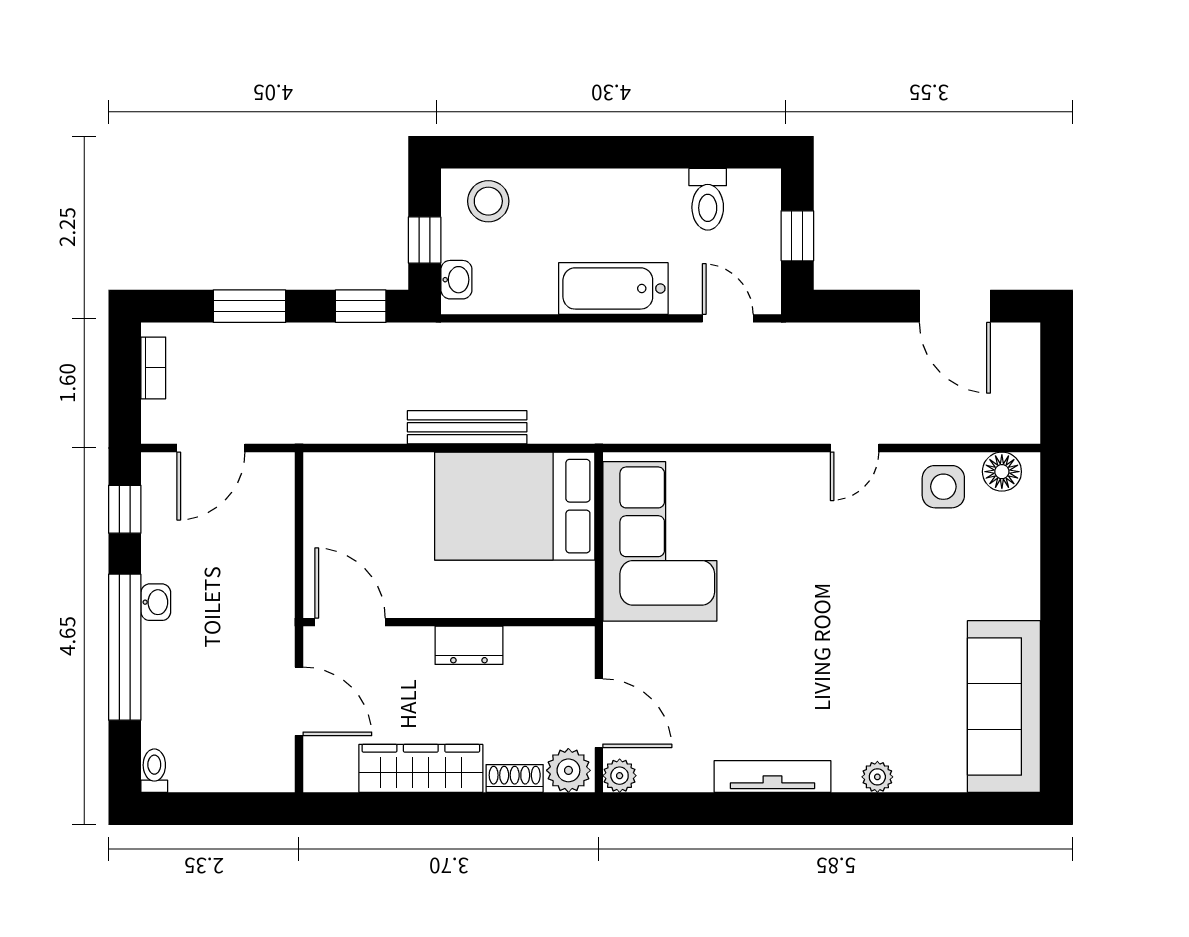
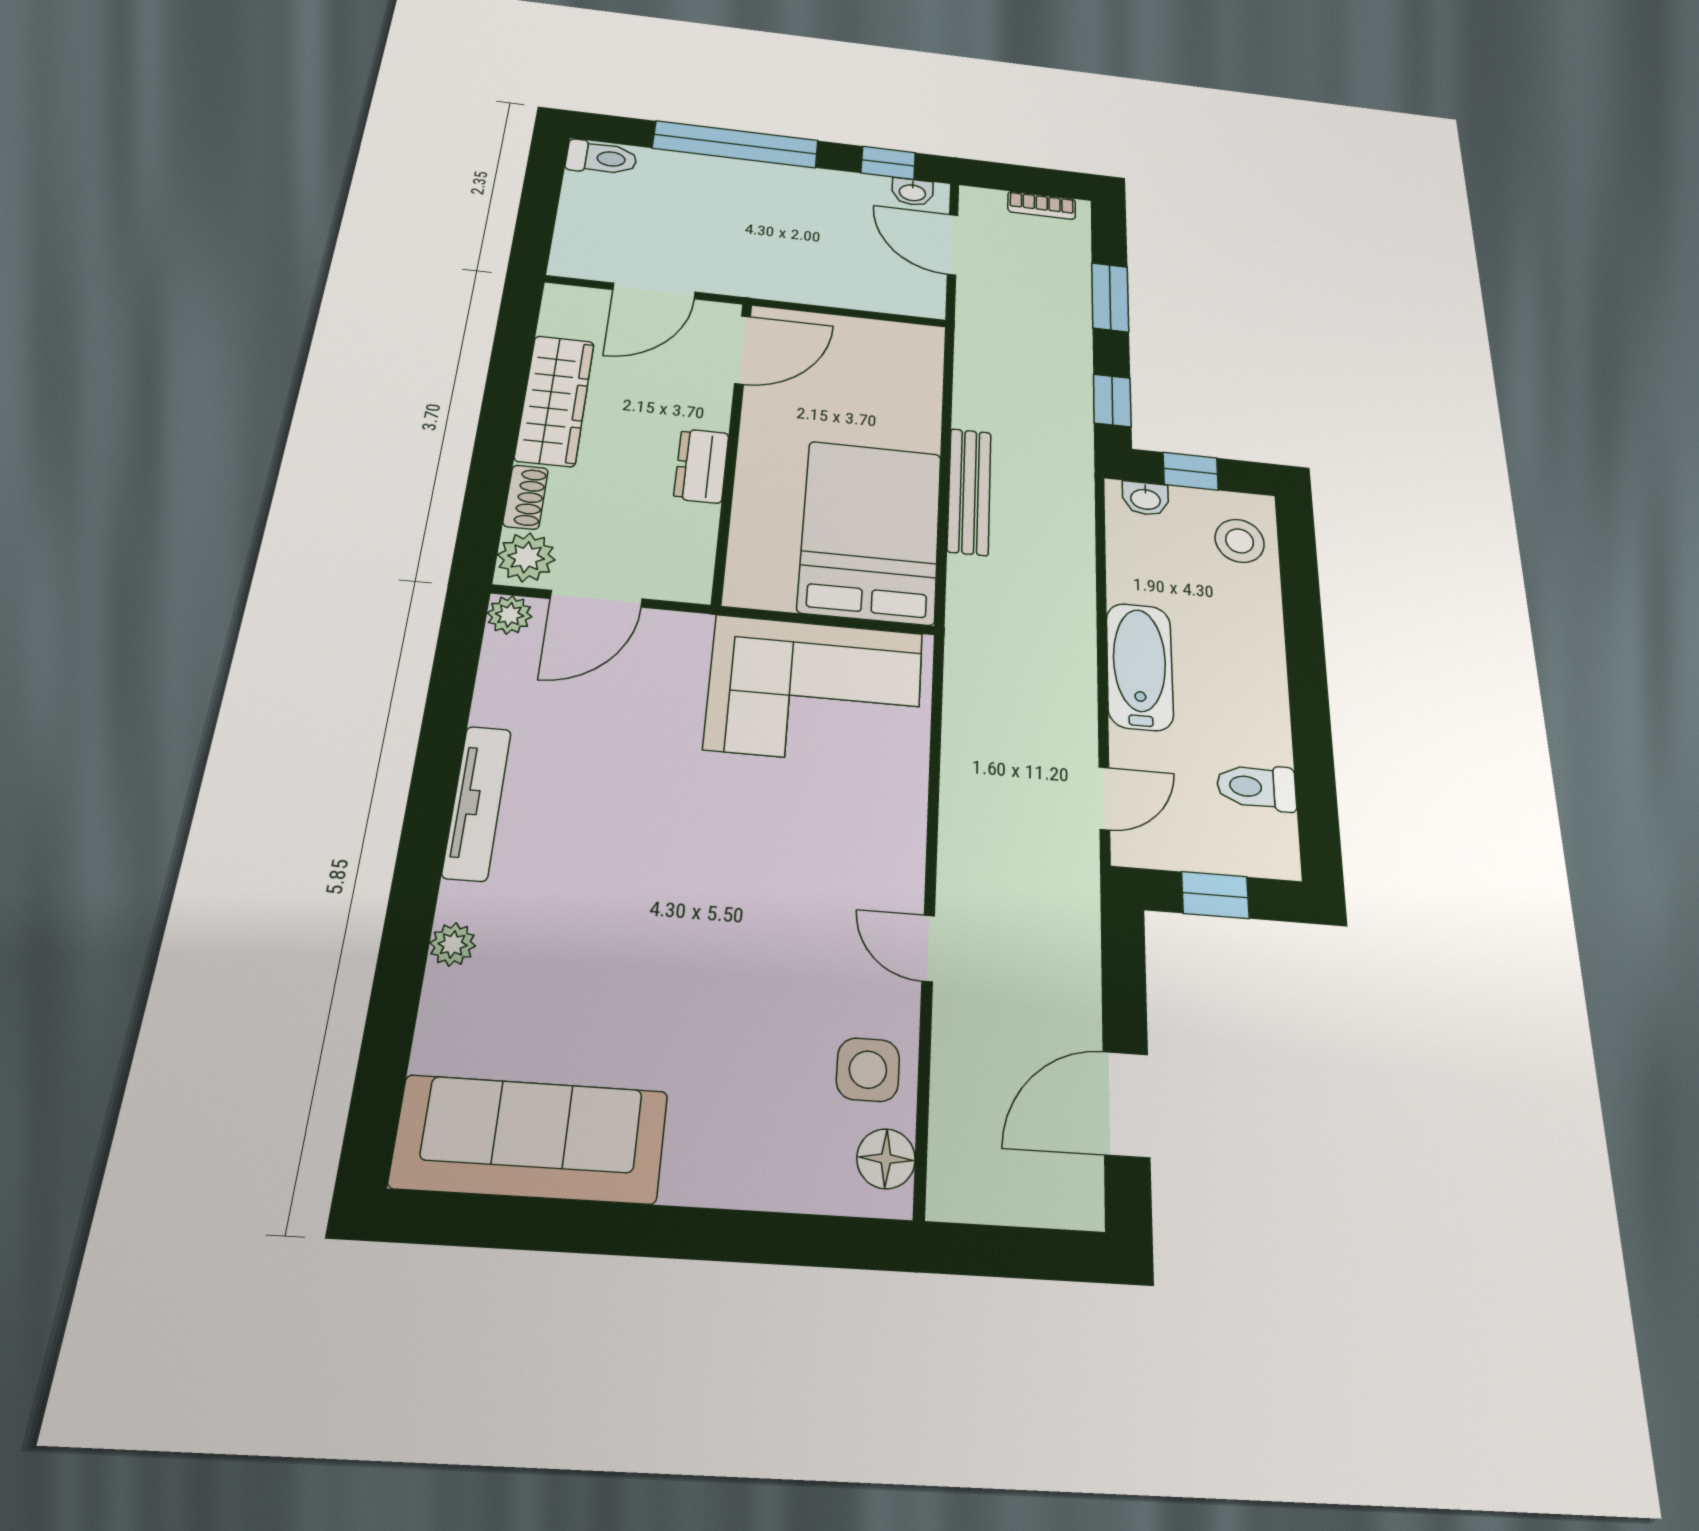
washbasin: (156, 602) -> (912, 192), moved
toilet: (154, 771) -> (602, 158), width x1.37, depth x1.39

